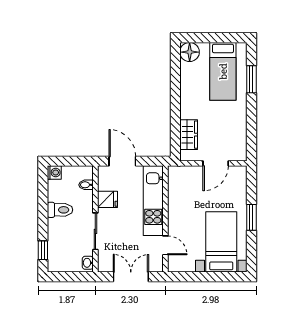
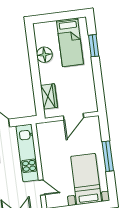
floor lamp: (190, 52) -> (44, 55), moved
window: (251, 217) -> (108, 156), width x1.44

